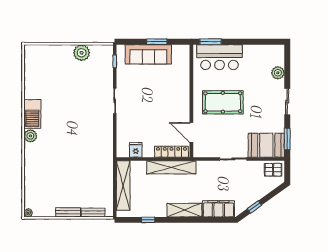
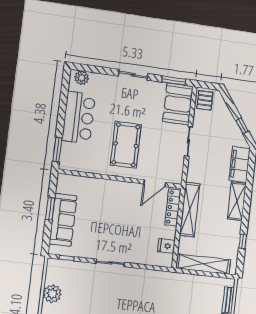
bar counter: (219, 57) -> (79, 118), moved
plant: (278, 73) -> (82, 78), moved

